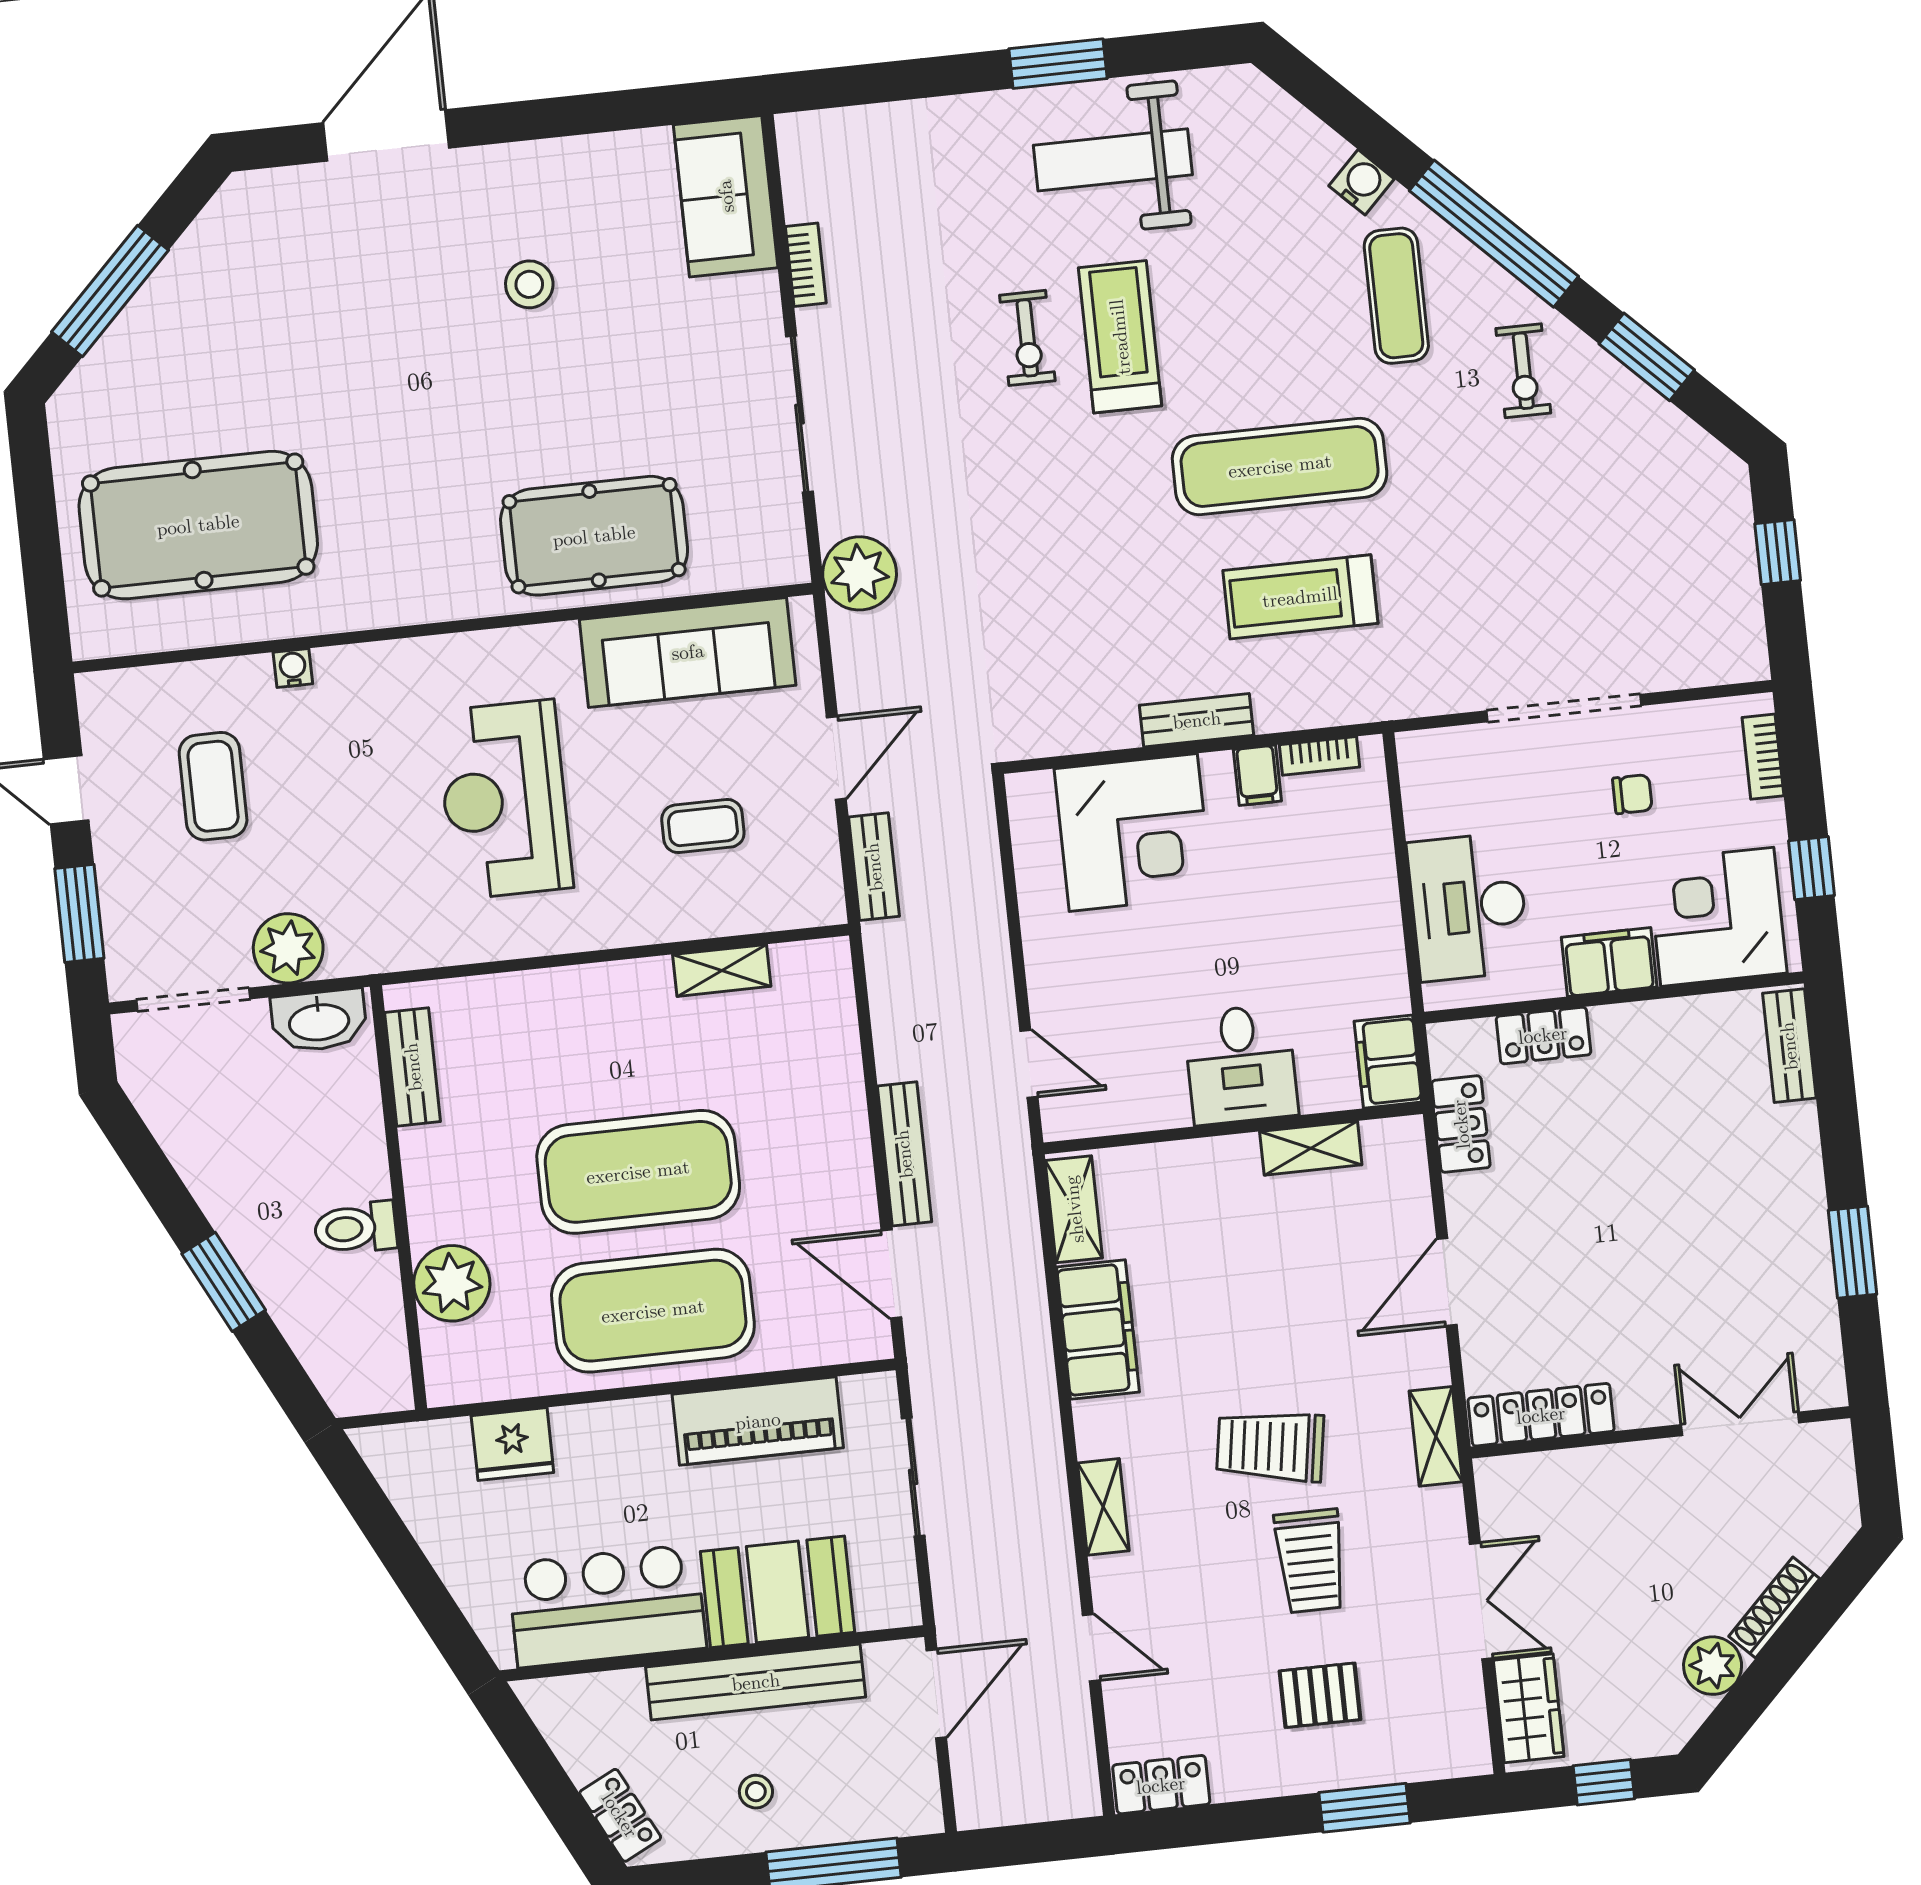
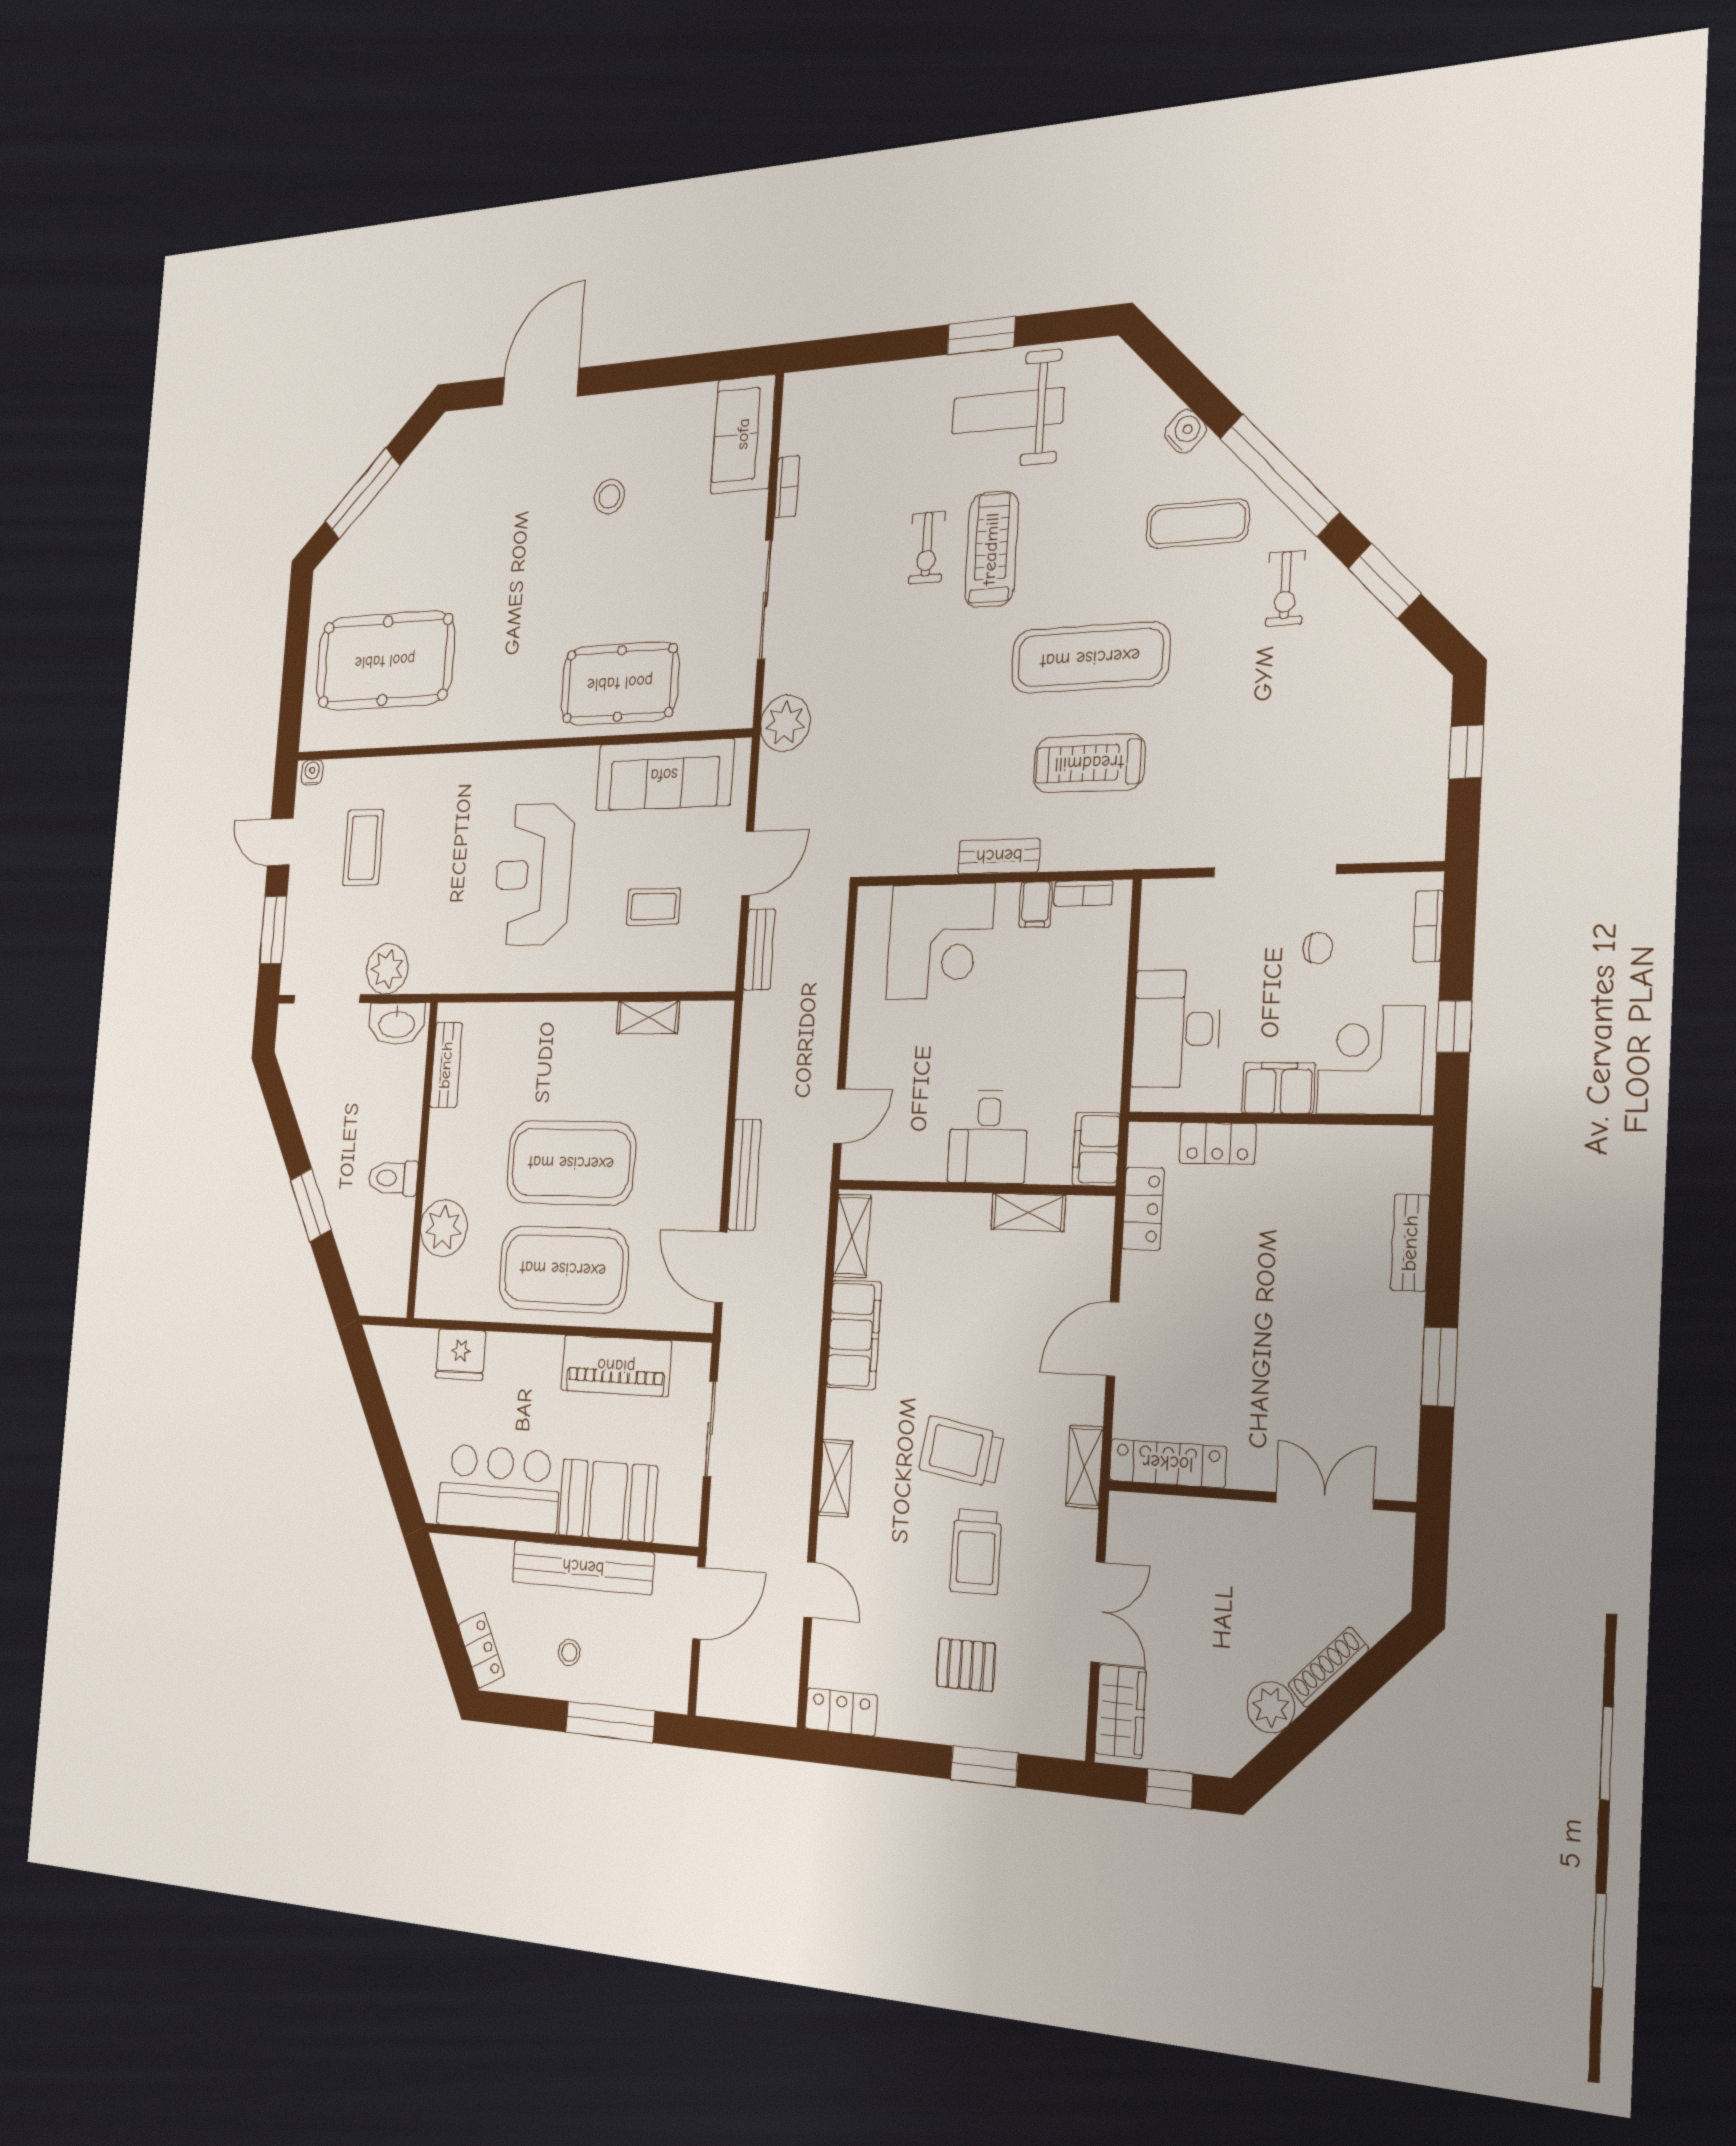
exercise mat: (1396, 296) -> (1198, 524), turned 90
water cooler: (293, 668) -> (312, 772), moved
bench: (1789, 1046) -> (1410, 1243), moved
door: (1029, 1064) -> (839, 1116), hinge flipped

